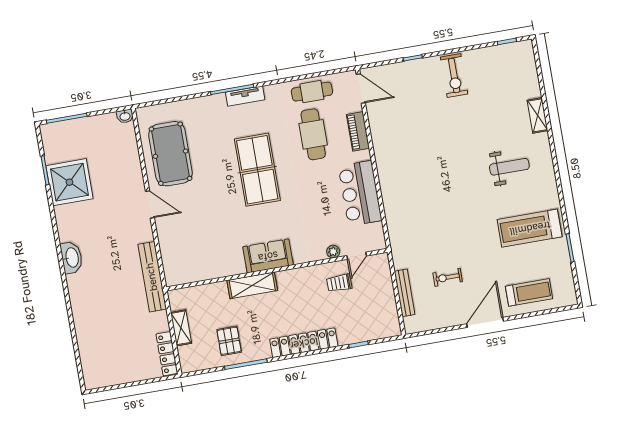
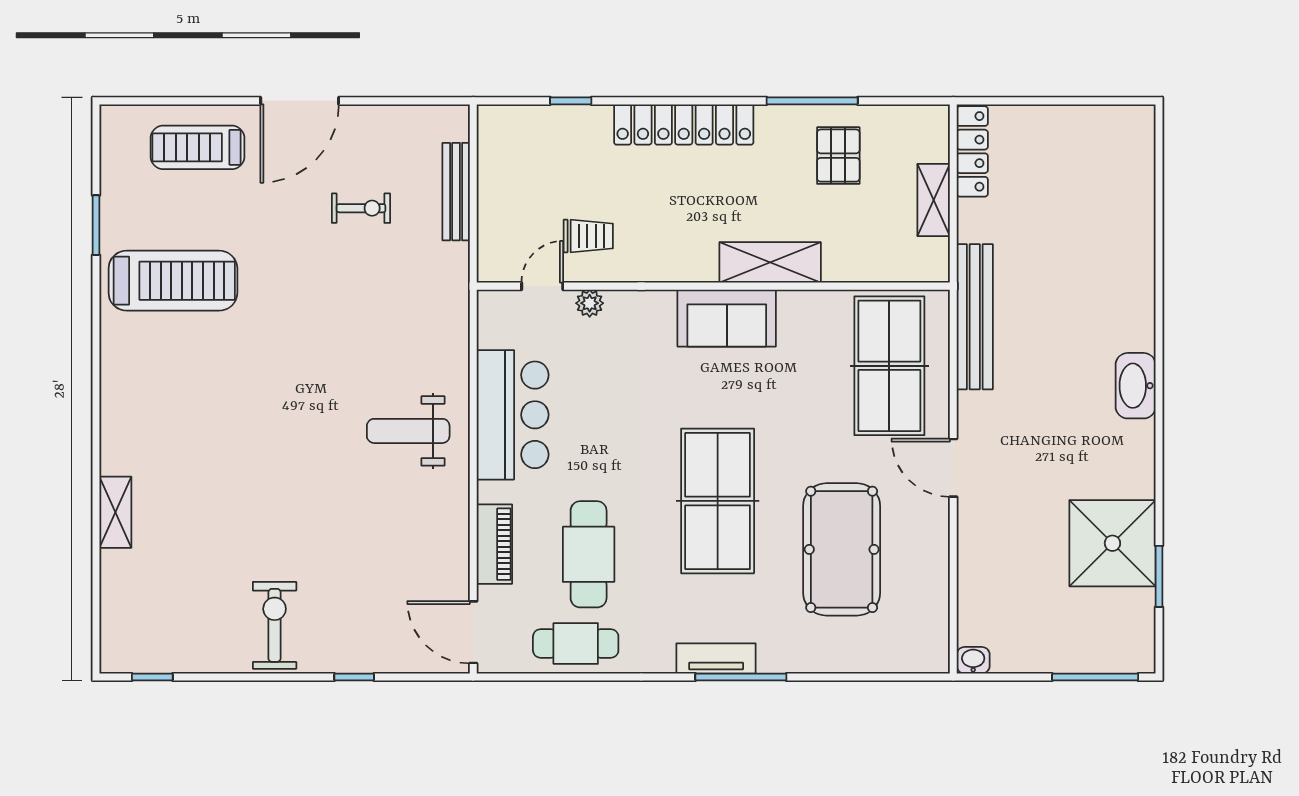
pool table: (170, 154) -> (842, 549), moved
weight bench: (509, 167) -> (408, 431), moved
table tennis table: (188, 247) -> (889, 366), added

